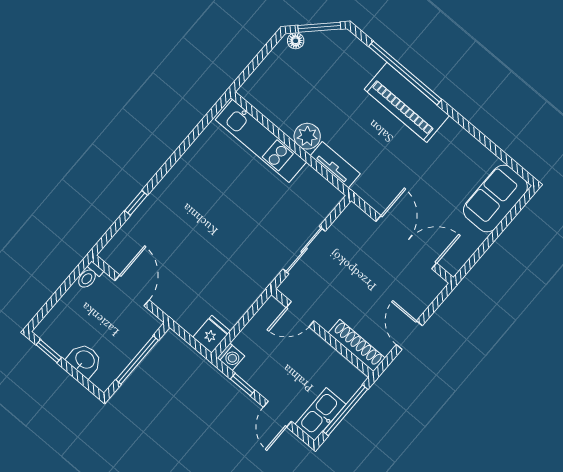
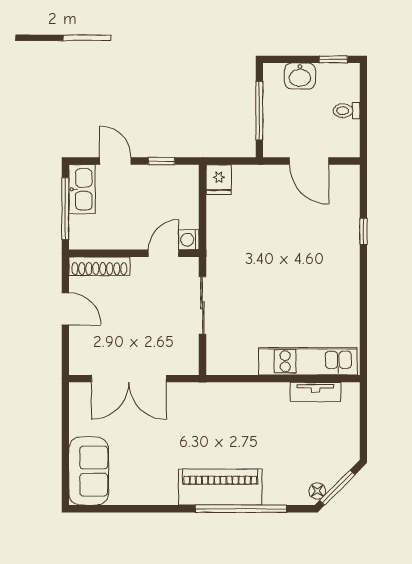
floor lamp: (296, 41) -> (317, 491), moved
plant: (307, 136) -> (275, 395), removed
tv unit: (335, 165) -> (315, 392), moved
toilet: (89, 276) -> (346, 111), moved, turned -90
washing machine: (231, 357) -> (189, 240), moved

